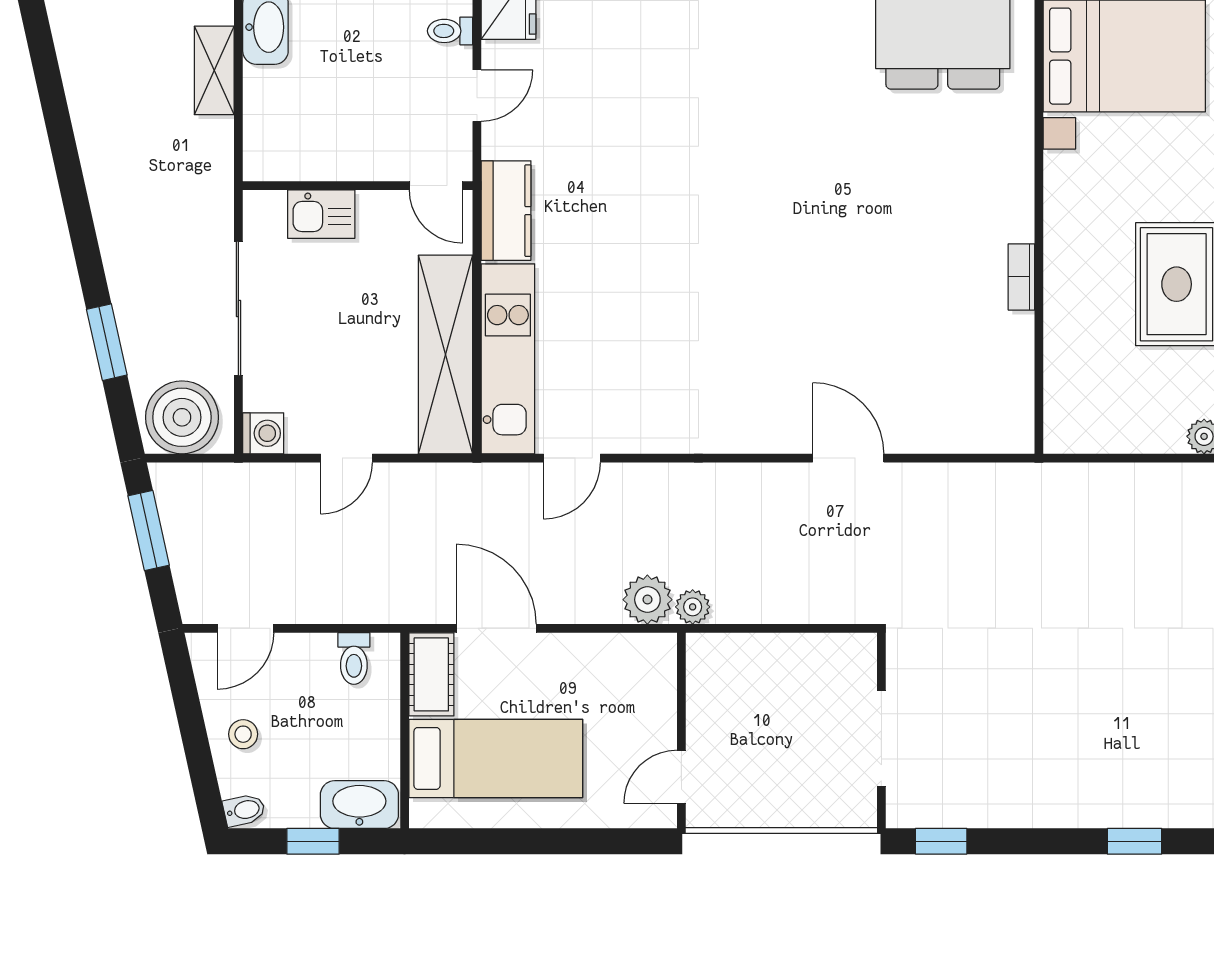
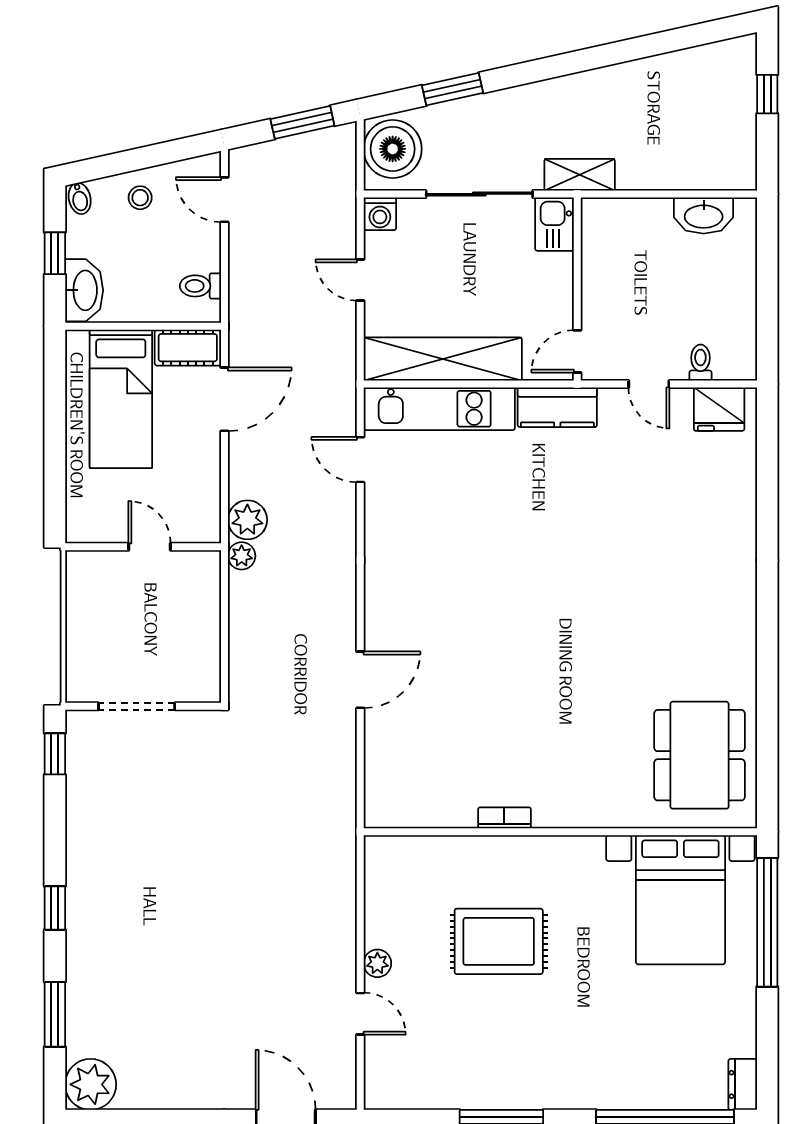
shelving: (214, 70) -> (580, 175), moved
kitchen sink: (321, 214) -> (555, 224), moved
door: (681, 777) -> (150, 547), moved

